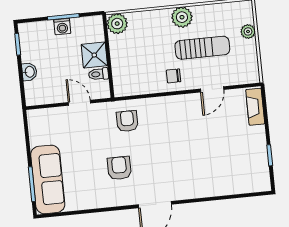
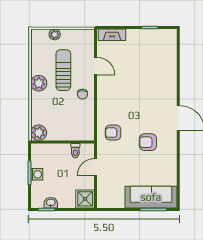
shower: (94, 55) -> (85, 199), moved
washbasin: (29, 72) -> (51, 203), moved

